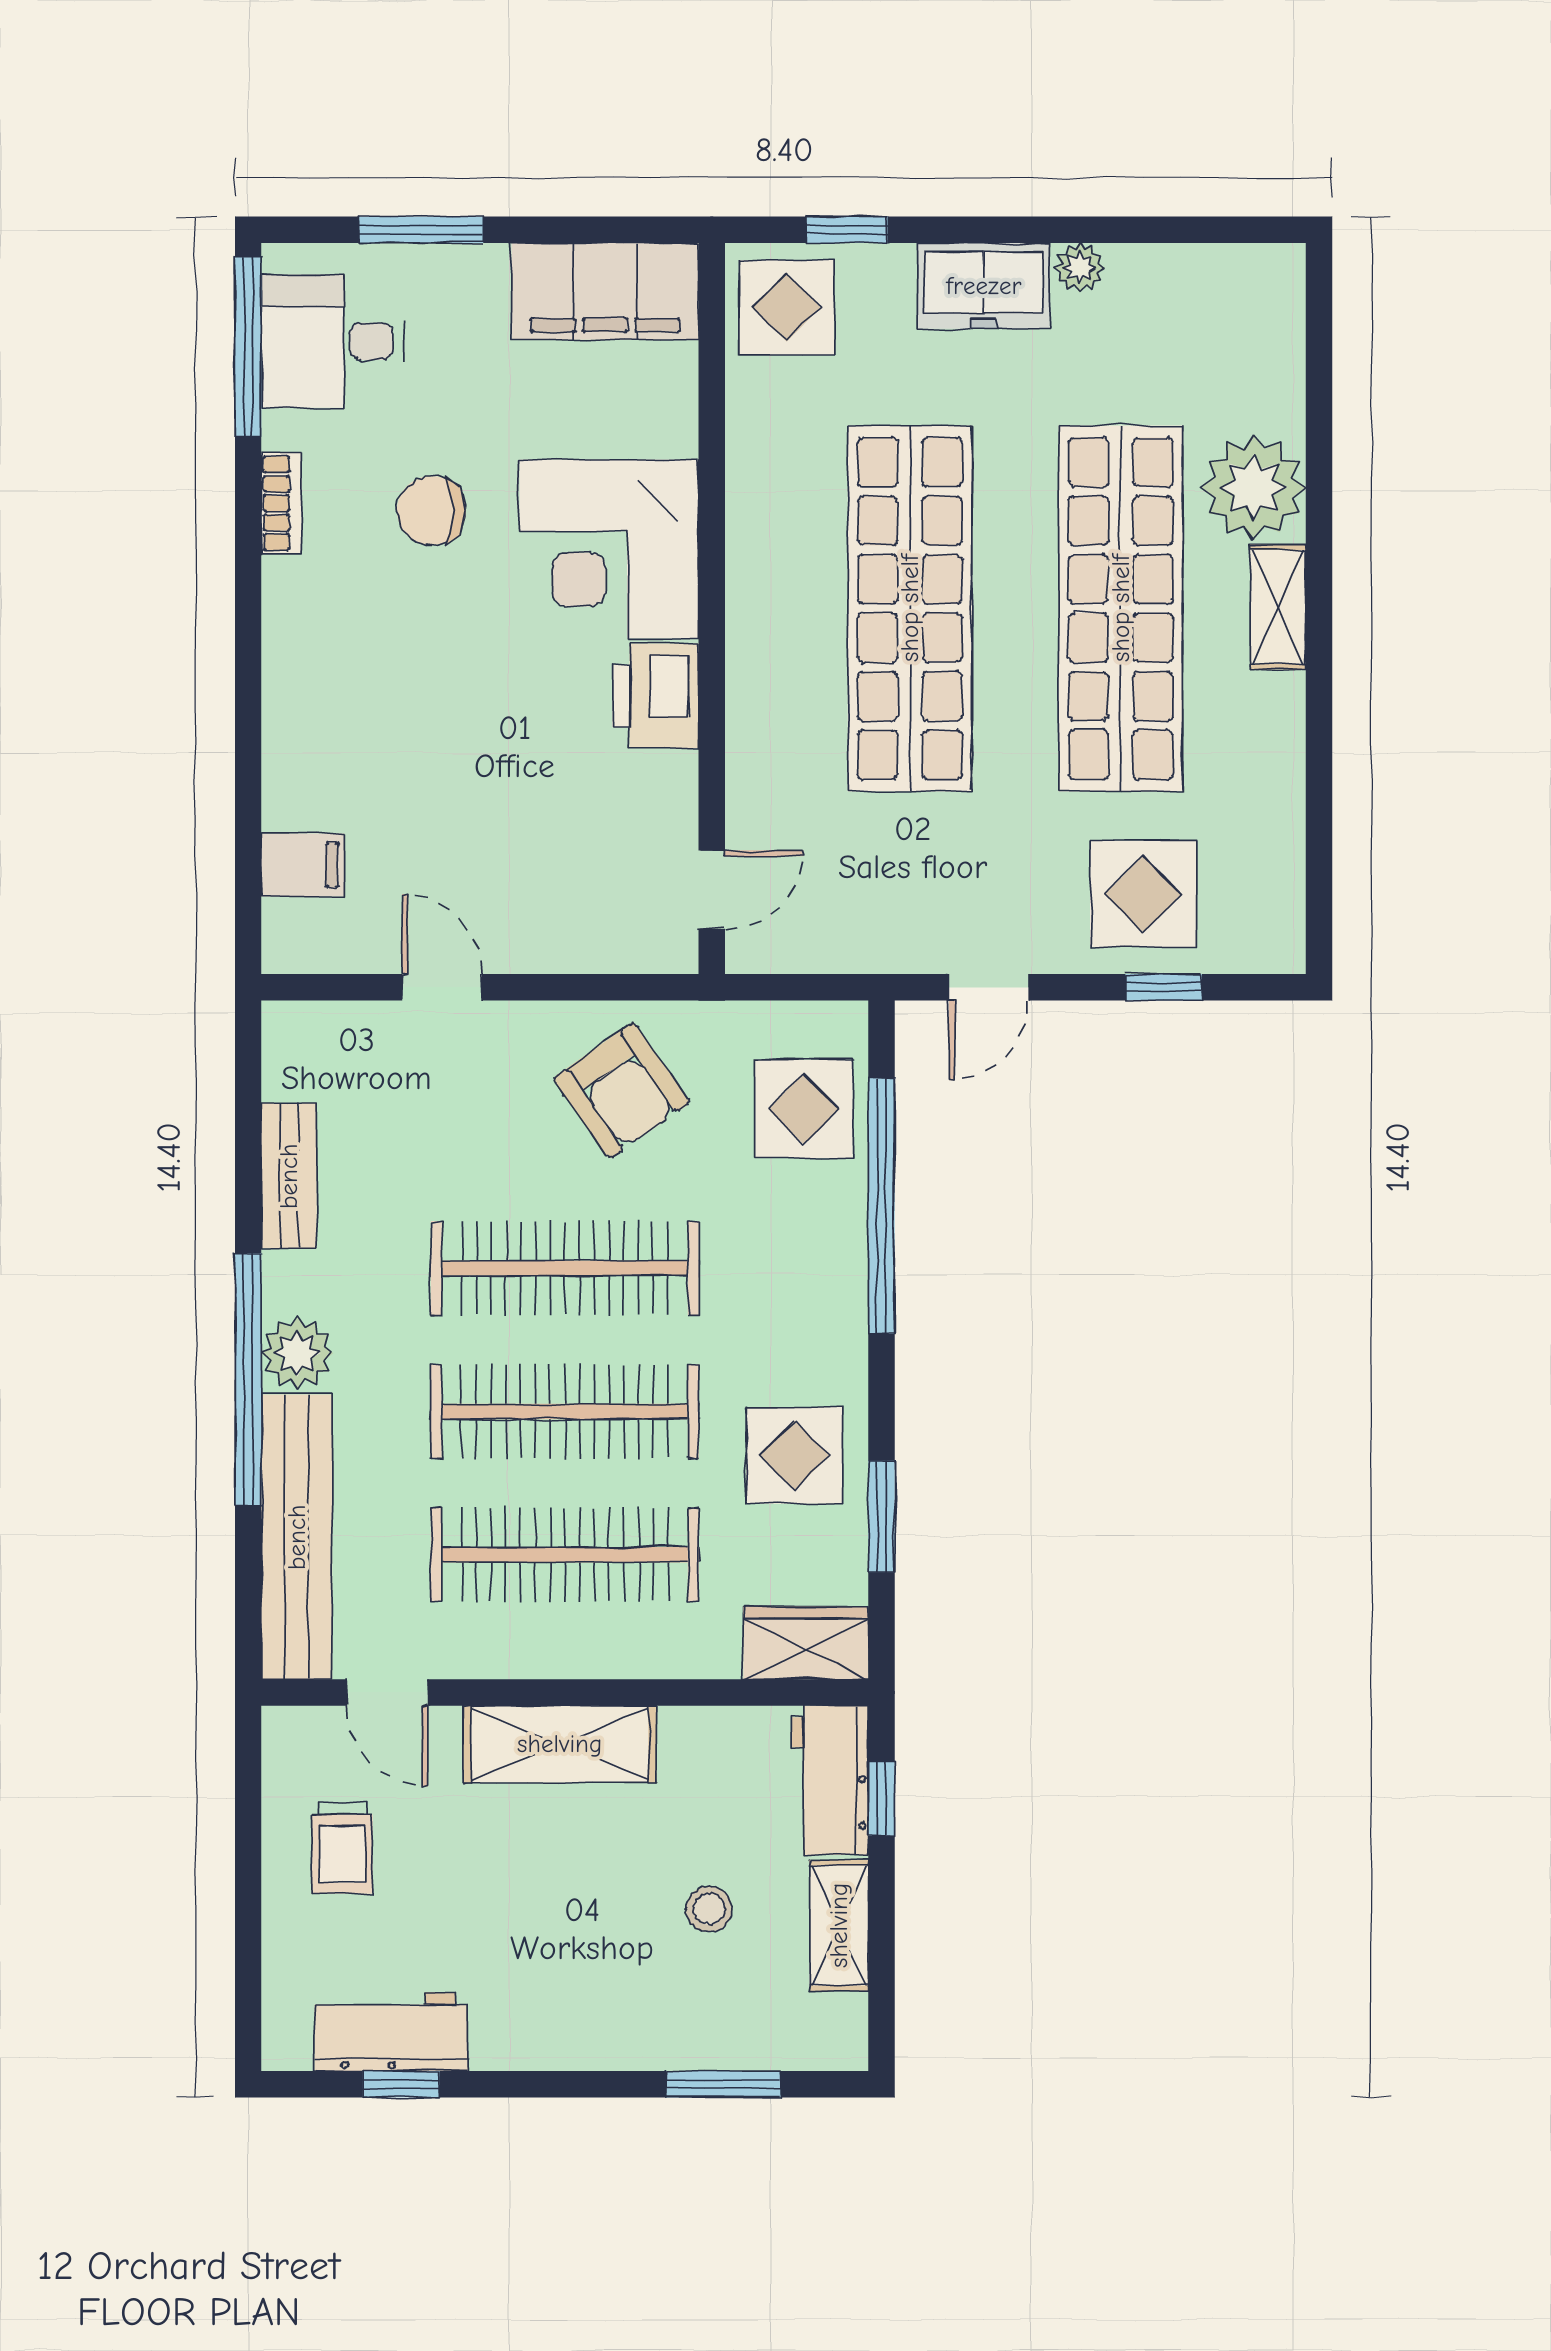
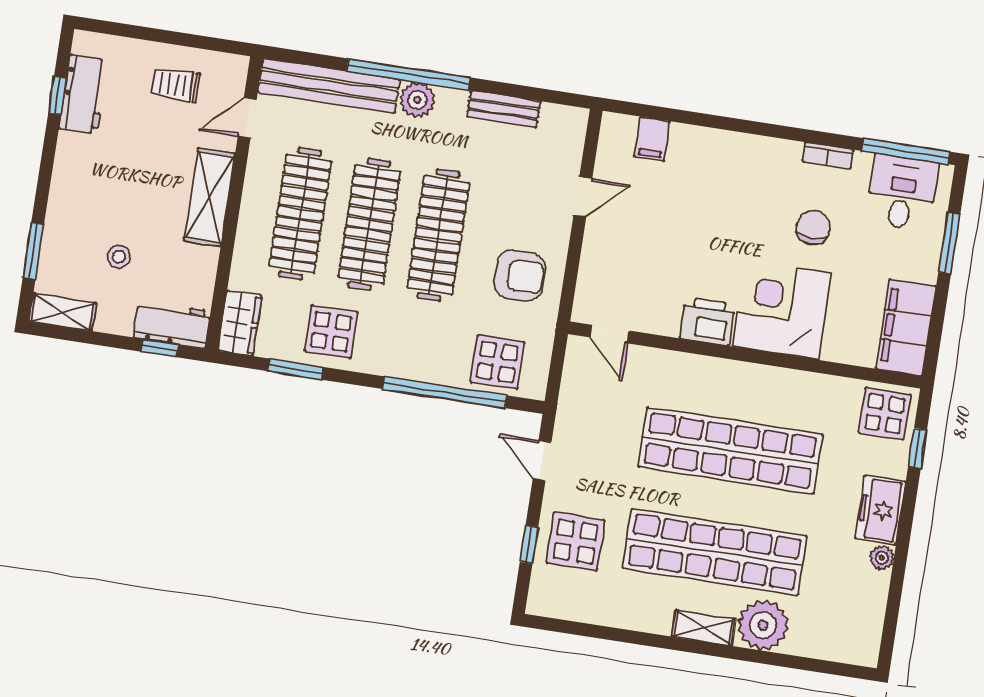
armchair: (621, 1090) -> (520, 276), turned -145
shelving: (839, 1925) -> (63, 312), moved

